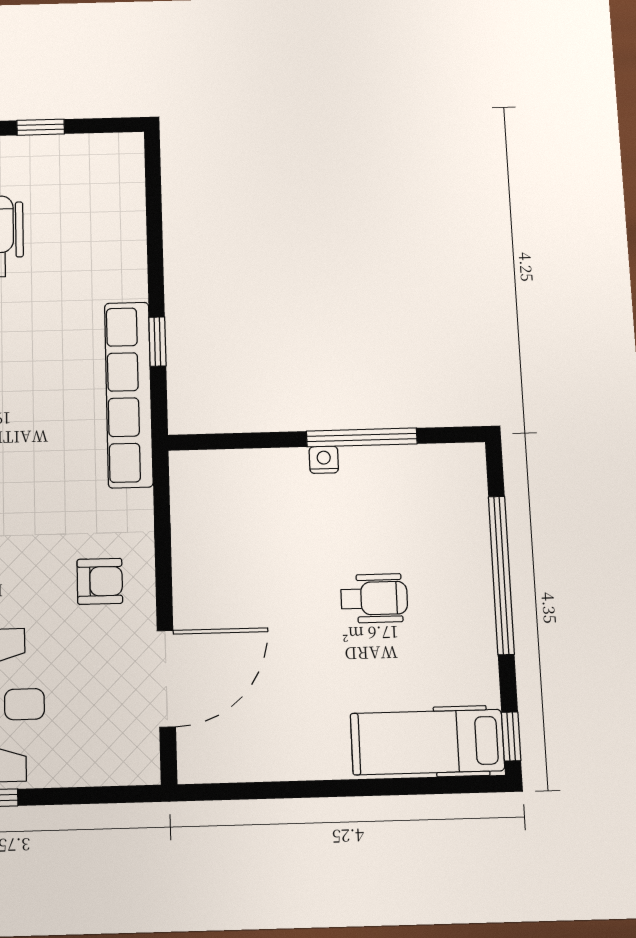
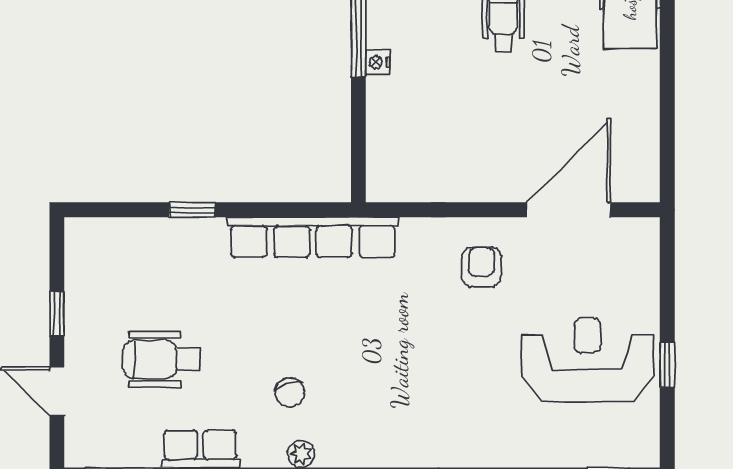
window: (157, 342) -> (192, 210), moved
door: (166, 679) -> (569, 210), hinge flipped

